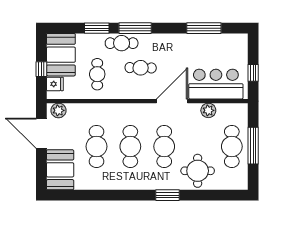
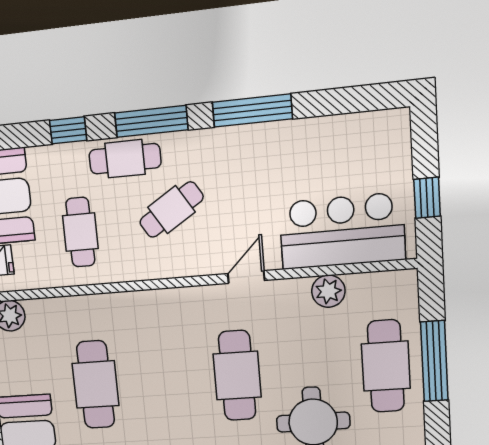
window: (97, 28) -> (68, 130), width x0.67
window: (204, 28) -> (252, 110), moved
cafe table: (141, 68) -> (171, 210), turned -33
door: (172, 101) -> (246, 277), width x0.53
cafe table: (130, 146) -> (165, 380), removed

